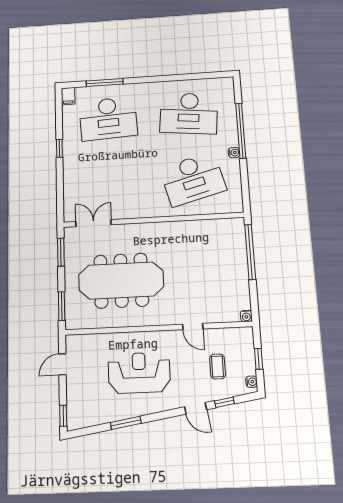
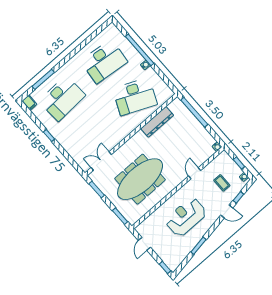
desk: (193, 179) -> (135, 97), turned 39
dresser: (196, 229) -> (157, 122), added
door: (193, 327) -> (195, 173), swing flipped

